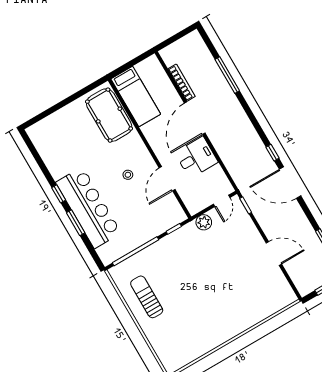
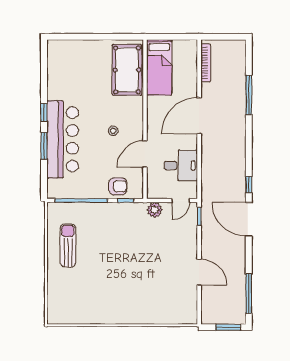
bookcase: (182, 83) -> (206, 63), moved
desk: (196, 157) -> (181, 166), moved
armchair: (160, 220) -> (118, 186), added

